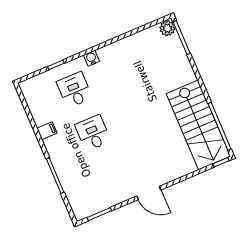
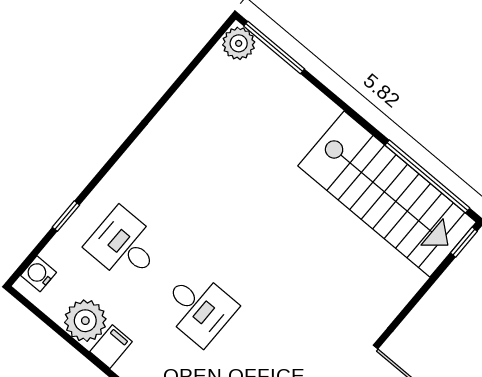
water cooler: (91, 58) -> (39, 274), moved
plant: (42, 114) -> (85, 321), added
desk: (93, 133) -> (199, 308), turned 180

